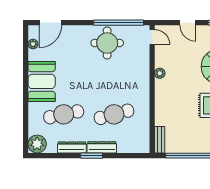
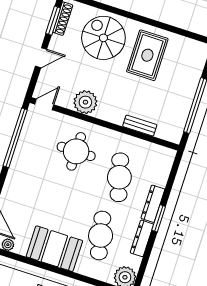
round table: (107, 43) -> (76, 151), moved
plant: (160, 73) -> (85, 102), width x1.87, depth x1.87
bench: (160, 140) -> (140, 126), moved

